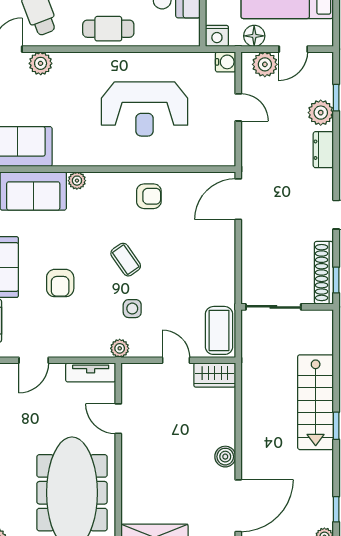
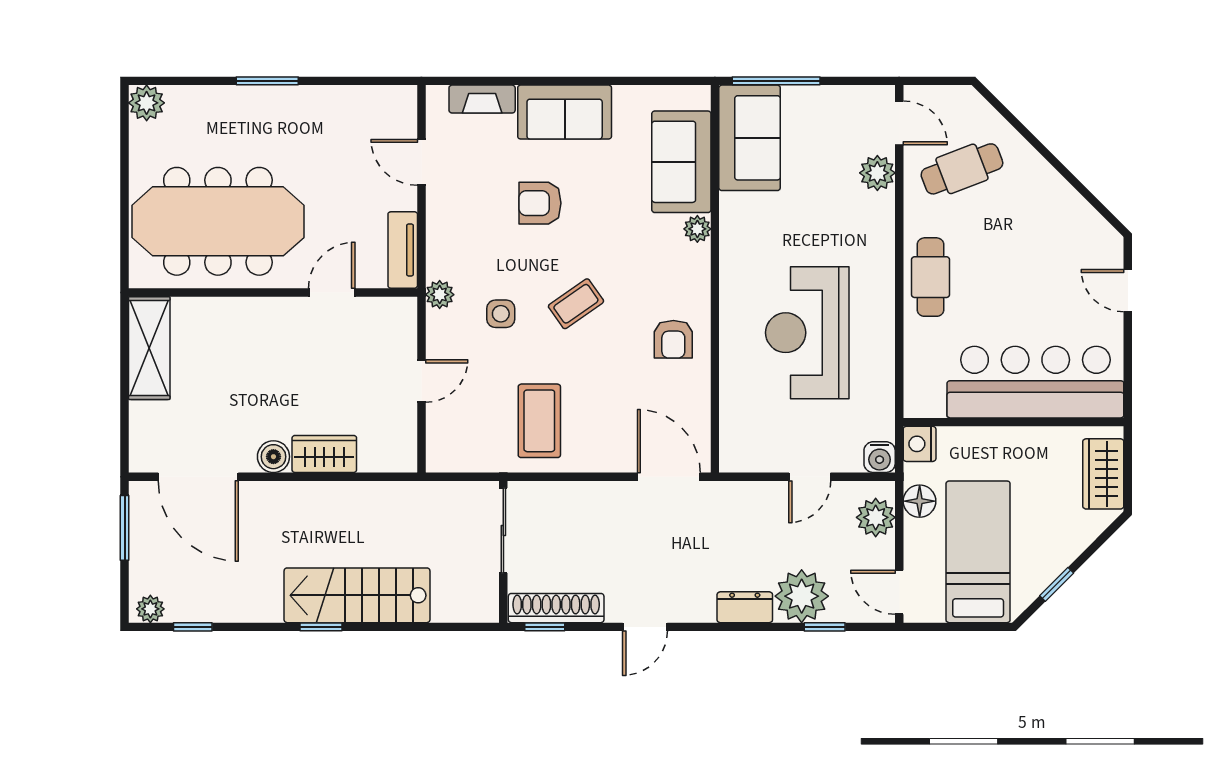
door: (293, 49) -> (899, 592), moved
plant: (321, 113) -> (802, 596), width x1.36, depth x1.36
coffee table: (219, 330) -> (539, 421), moved, turned 90
wardrobe: (215, 375) -> (324, 454), moved, turned 90

